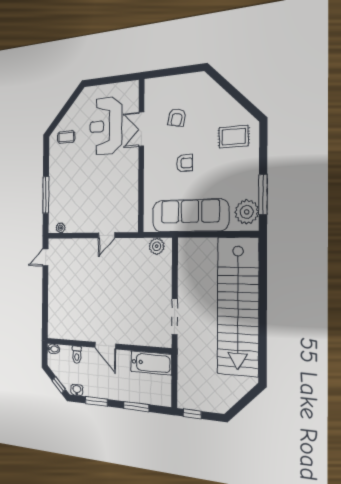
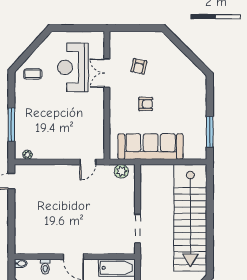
rug: (234, 137) -> (186, 86), removed
plant: (247, 212) -> (197, 145), removed
door: (107, 235) -> (88, 162), moved

